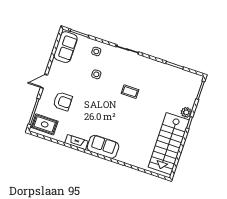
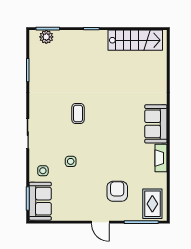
sofa: (66, 47) -> (40, 201), moved, turned 90
plant: (186, 112) -> (46, 37), moved
stairs: (169, 144) -> (135, 40), width x0.73, depth x0.66

